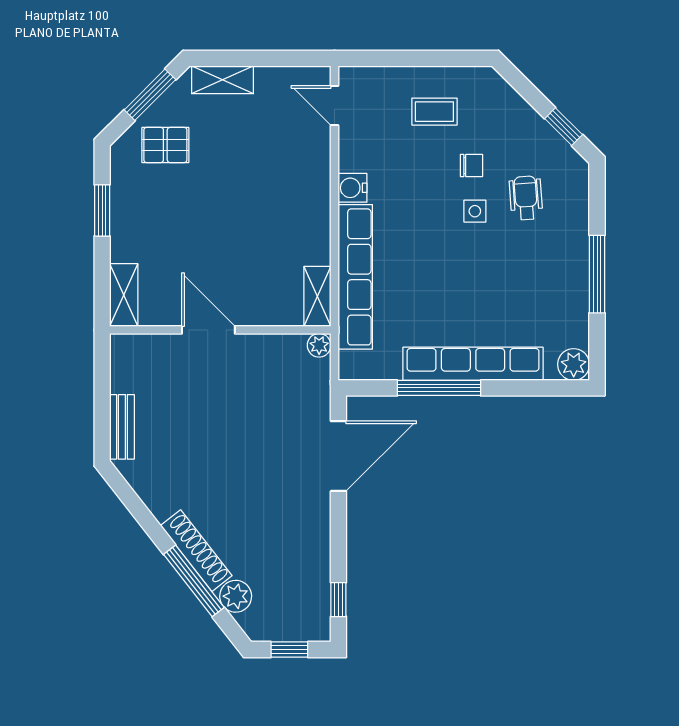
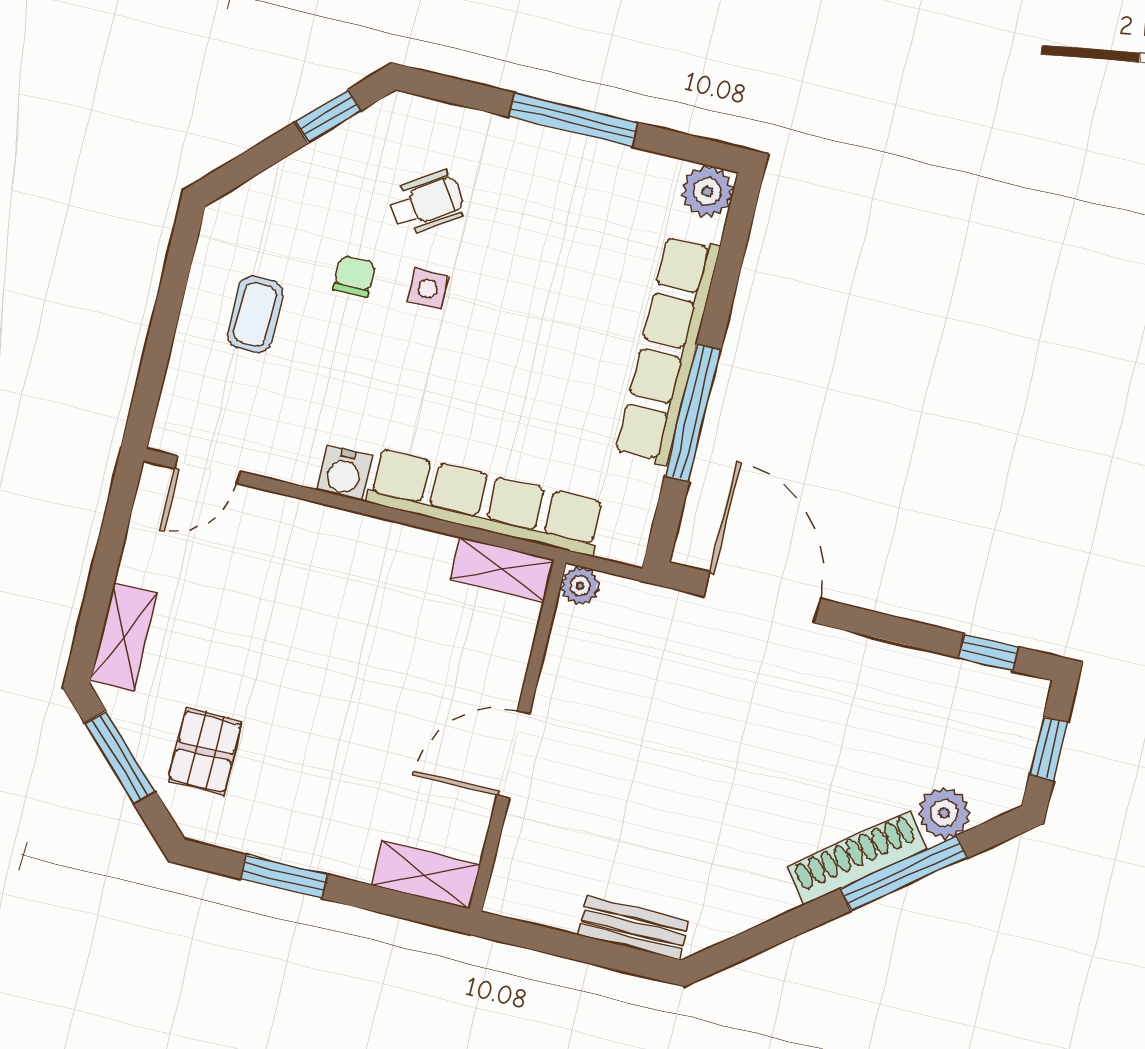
wheelchair: (526, 198) -> (426, 203), turned 151

